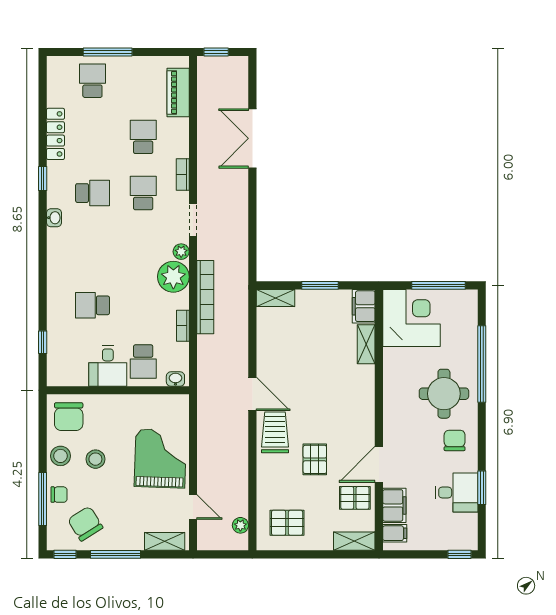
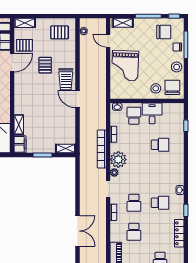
school desk: (92, 193) -> (160, 203), turned 180
stool: (95, 459) -> (156, 88), moved
chair: (85, 524) -> (164, 32), turned -58

